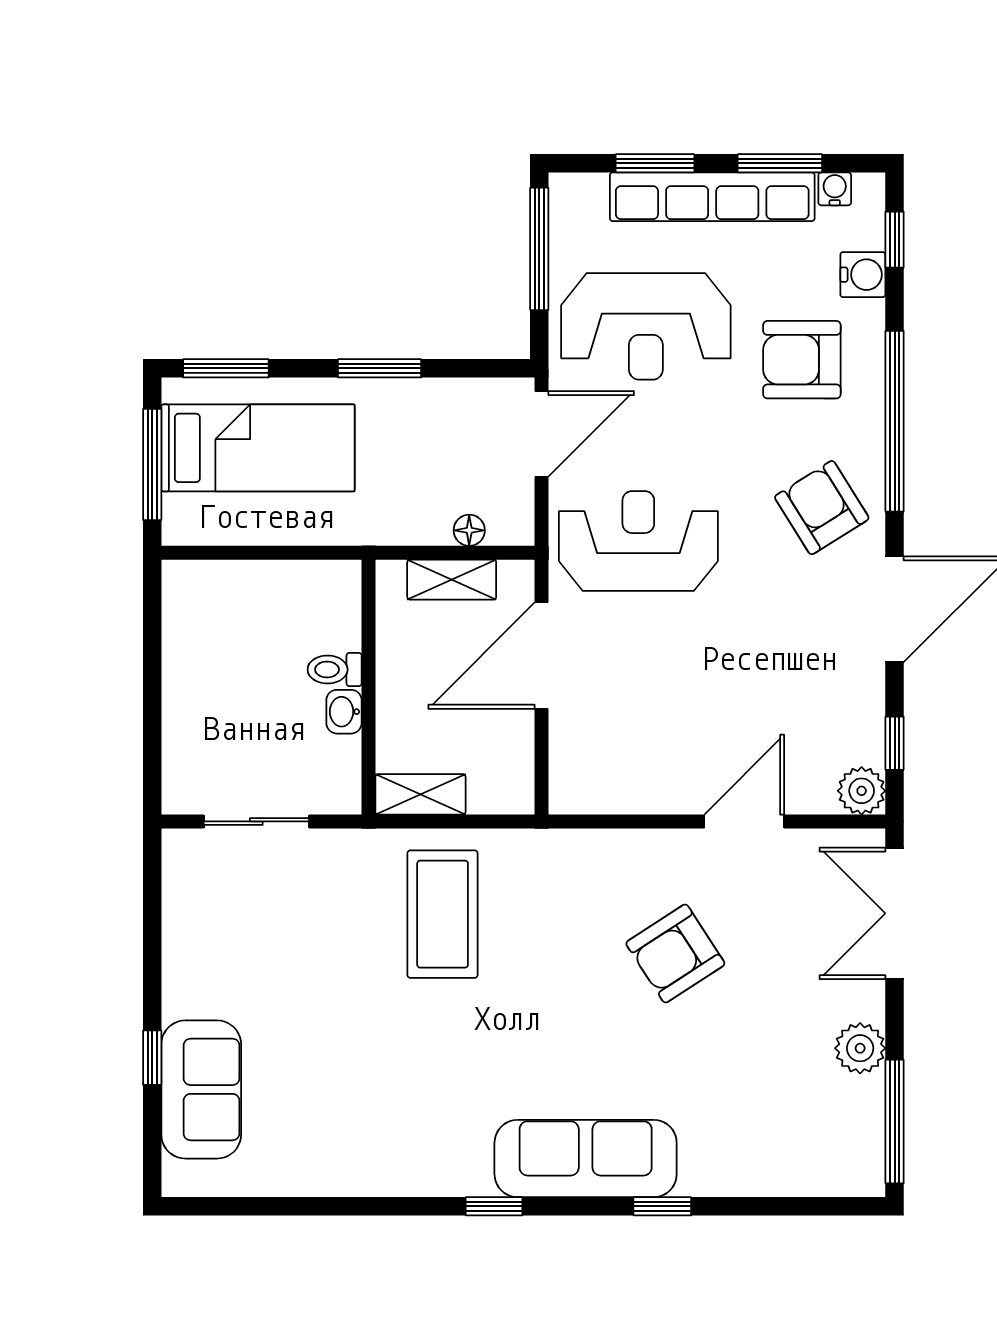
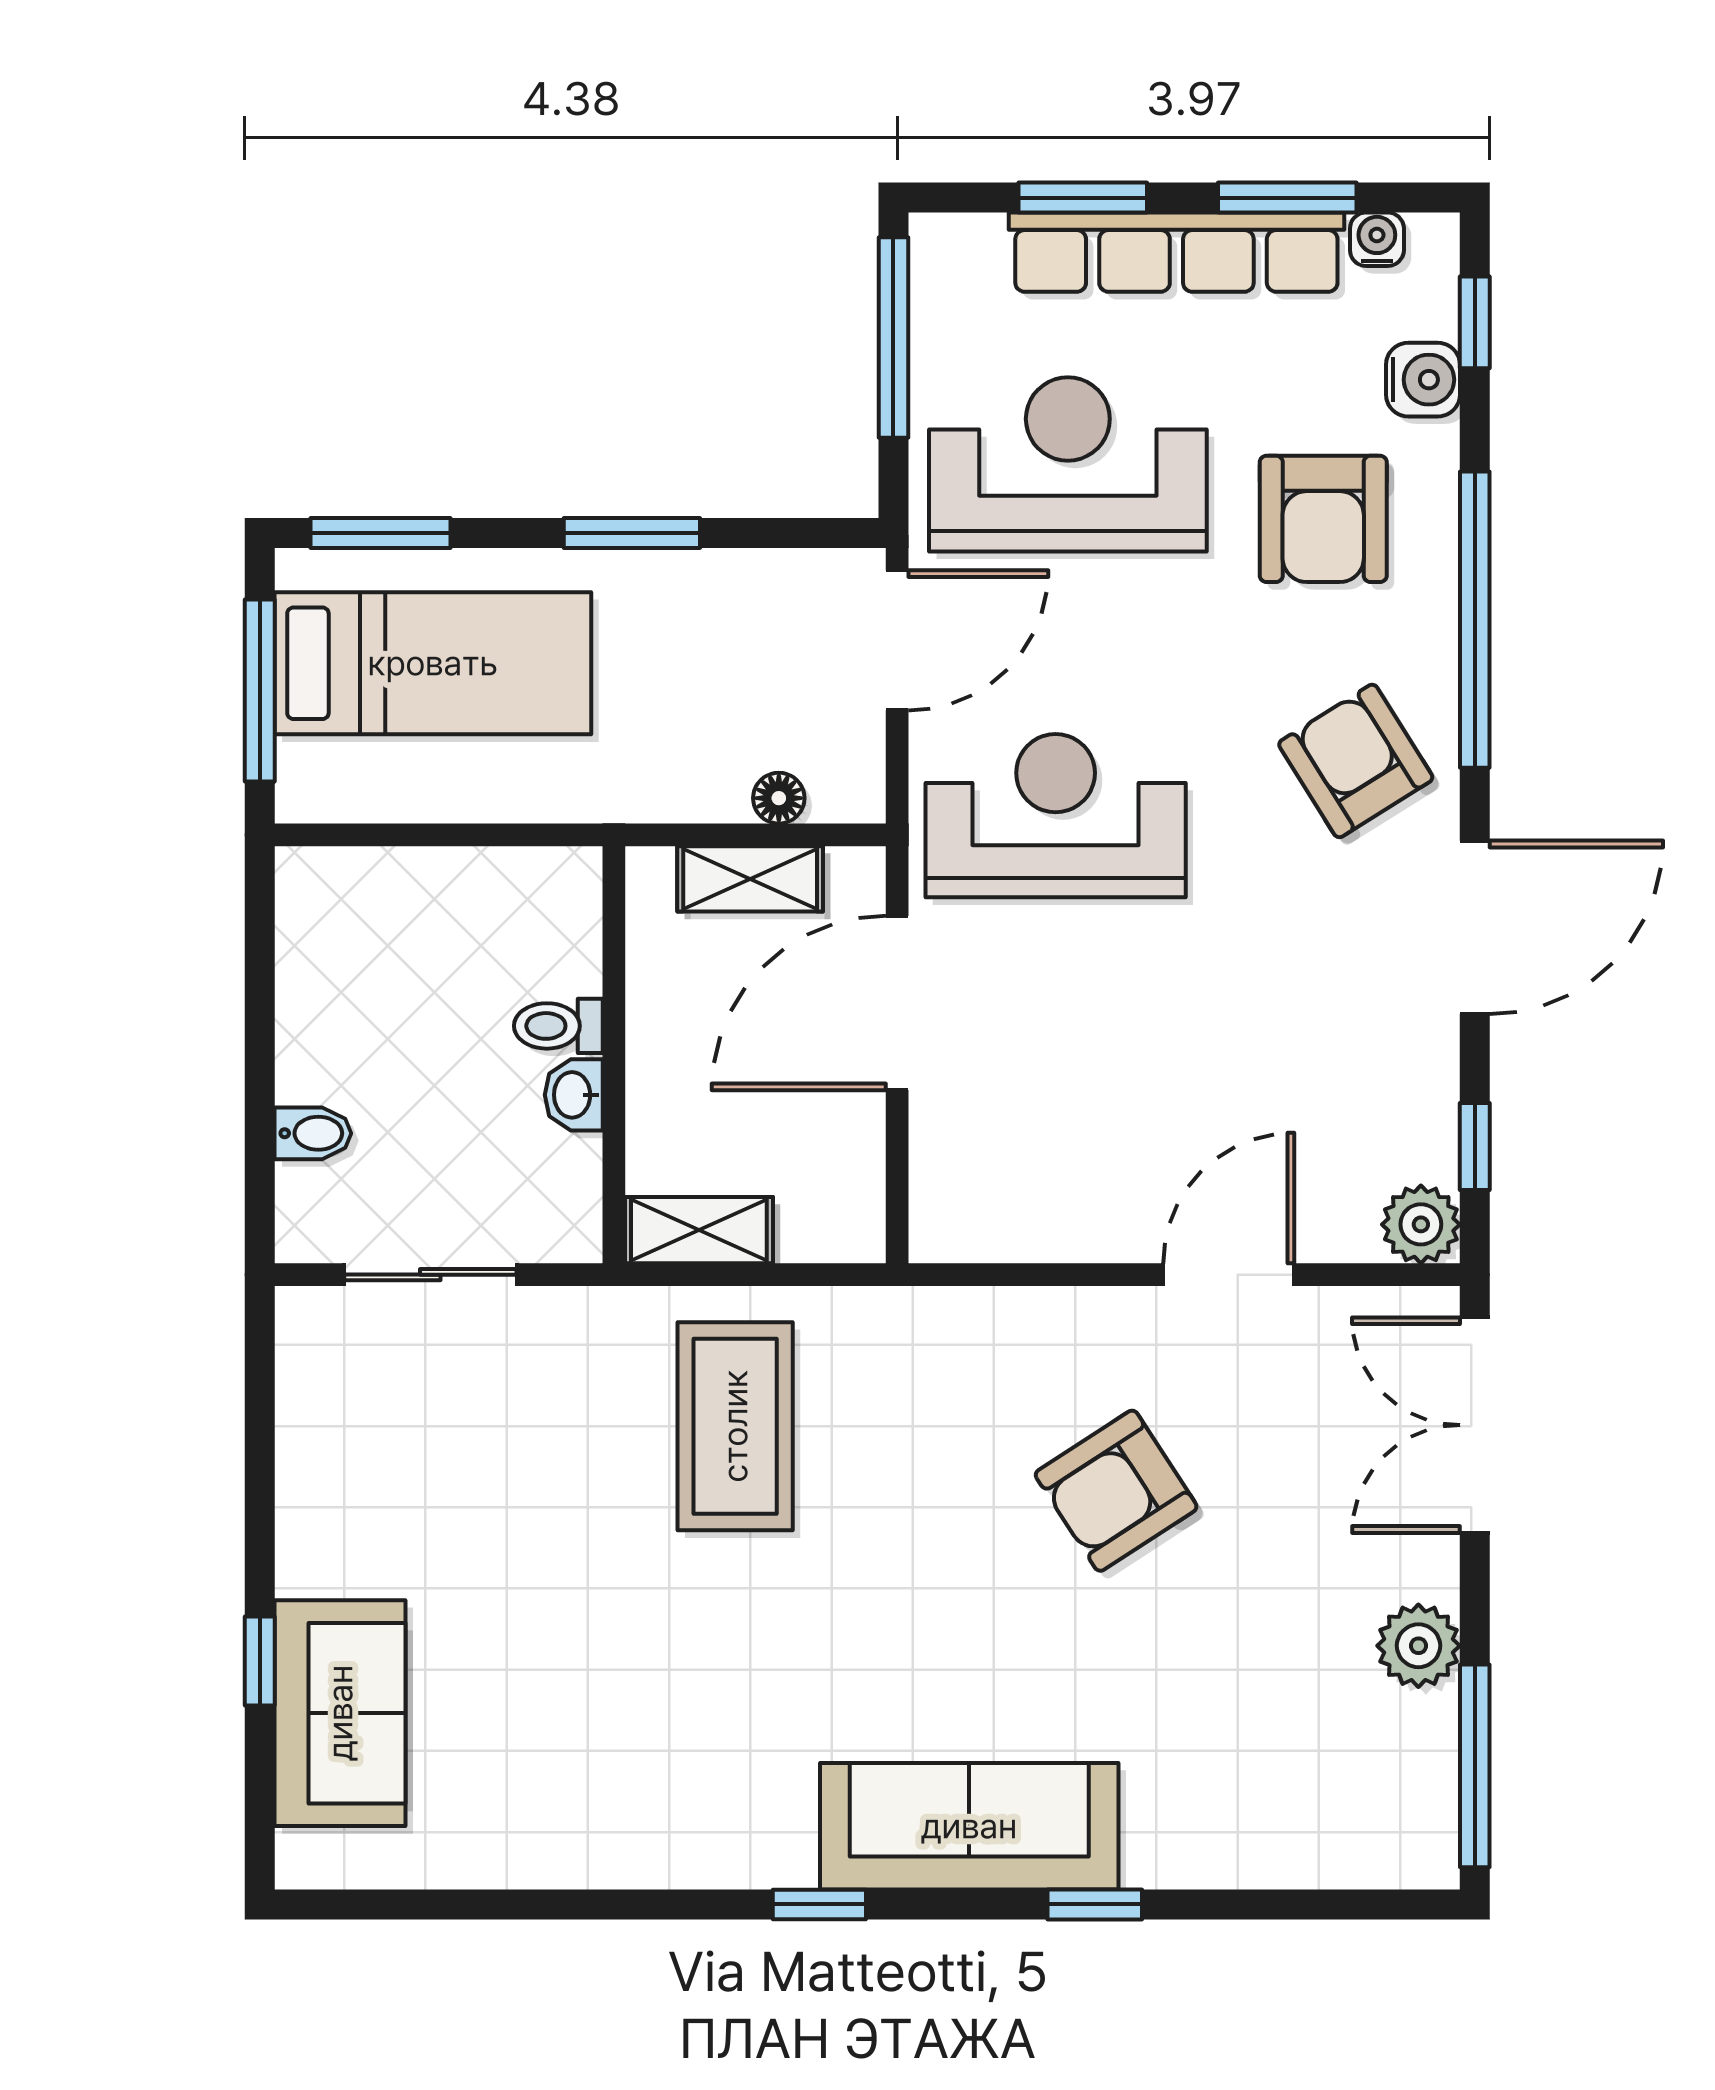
reception desk: (646, 326) -> (1068, 464), turned 180
armchair: (802, 360) -> (1323, 519), turned -90
bidet: (185, 735) -> (313, 1133), added

